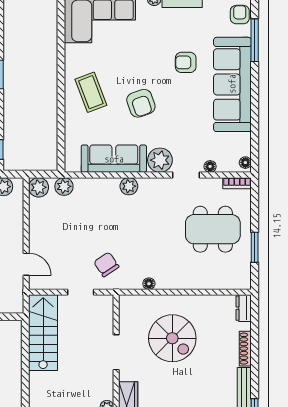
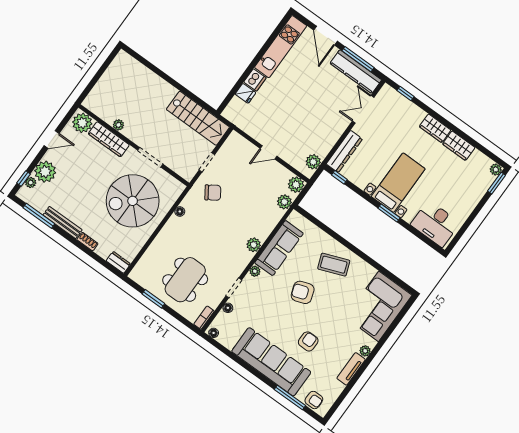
plant: (160, 160) -> (255, 271), width x0.53, depth x0.53
door: (26, 264) -> (268, 152), moved
spiral stairs: (172, 338) -> (133, 201), width x1.37, depth x1.37
shoe rack: (245, 349) -> (87, 242), width x0.70

